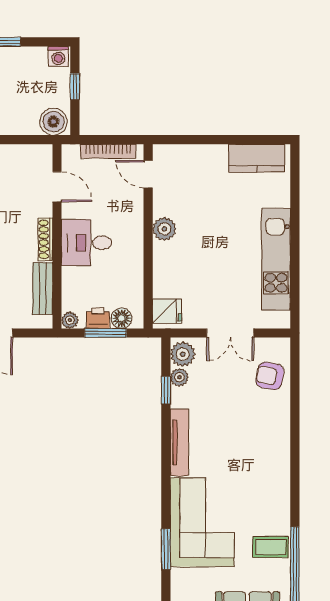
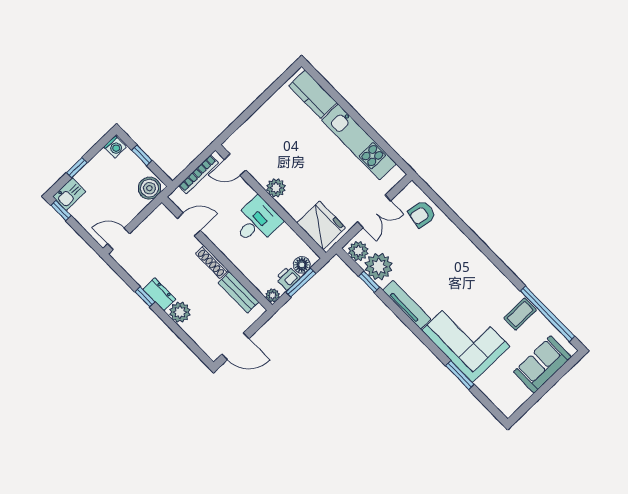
kitchen counter: (257, 158) -> (313, 94), moved, turned 90
desk: (87, 243) -> (257, 222), moved, turned 180
fridge: (167, 311) -> (321, 225), width x1.88, depth x1.34
plant: (179, 377) -> (379, 267), width x1.87, depth x1.87

